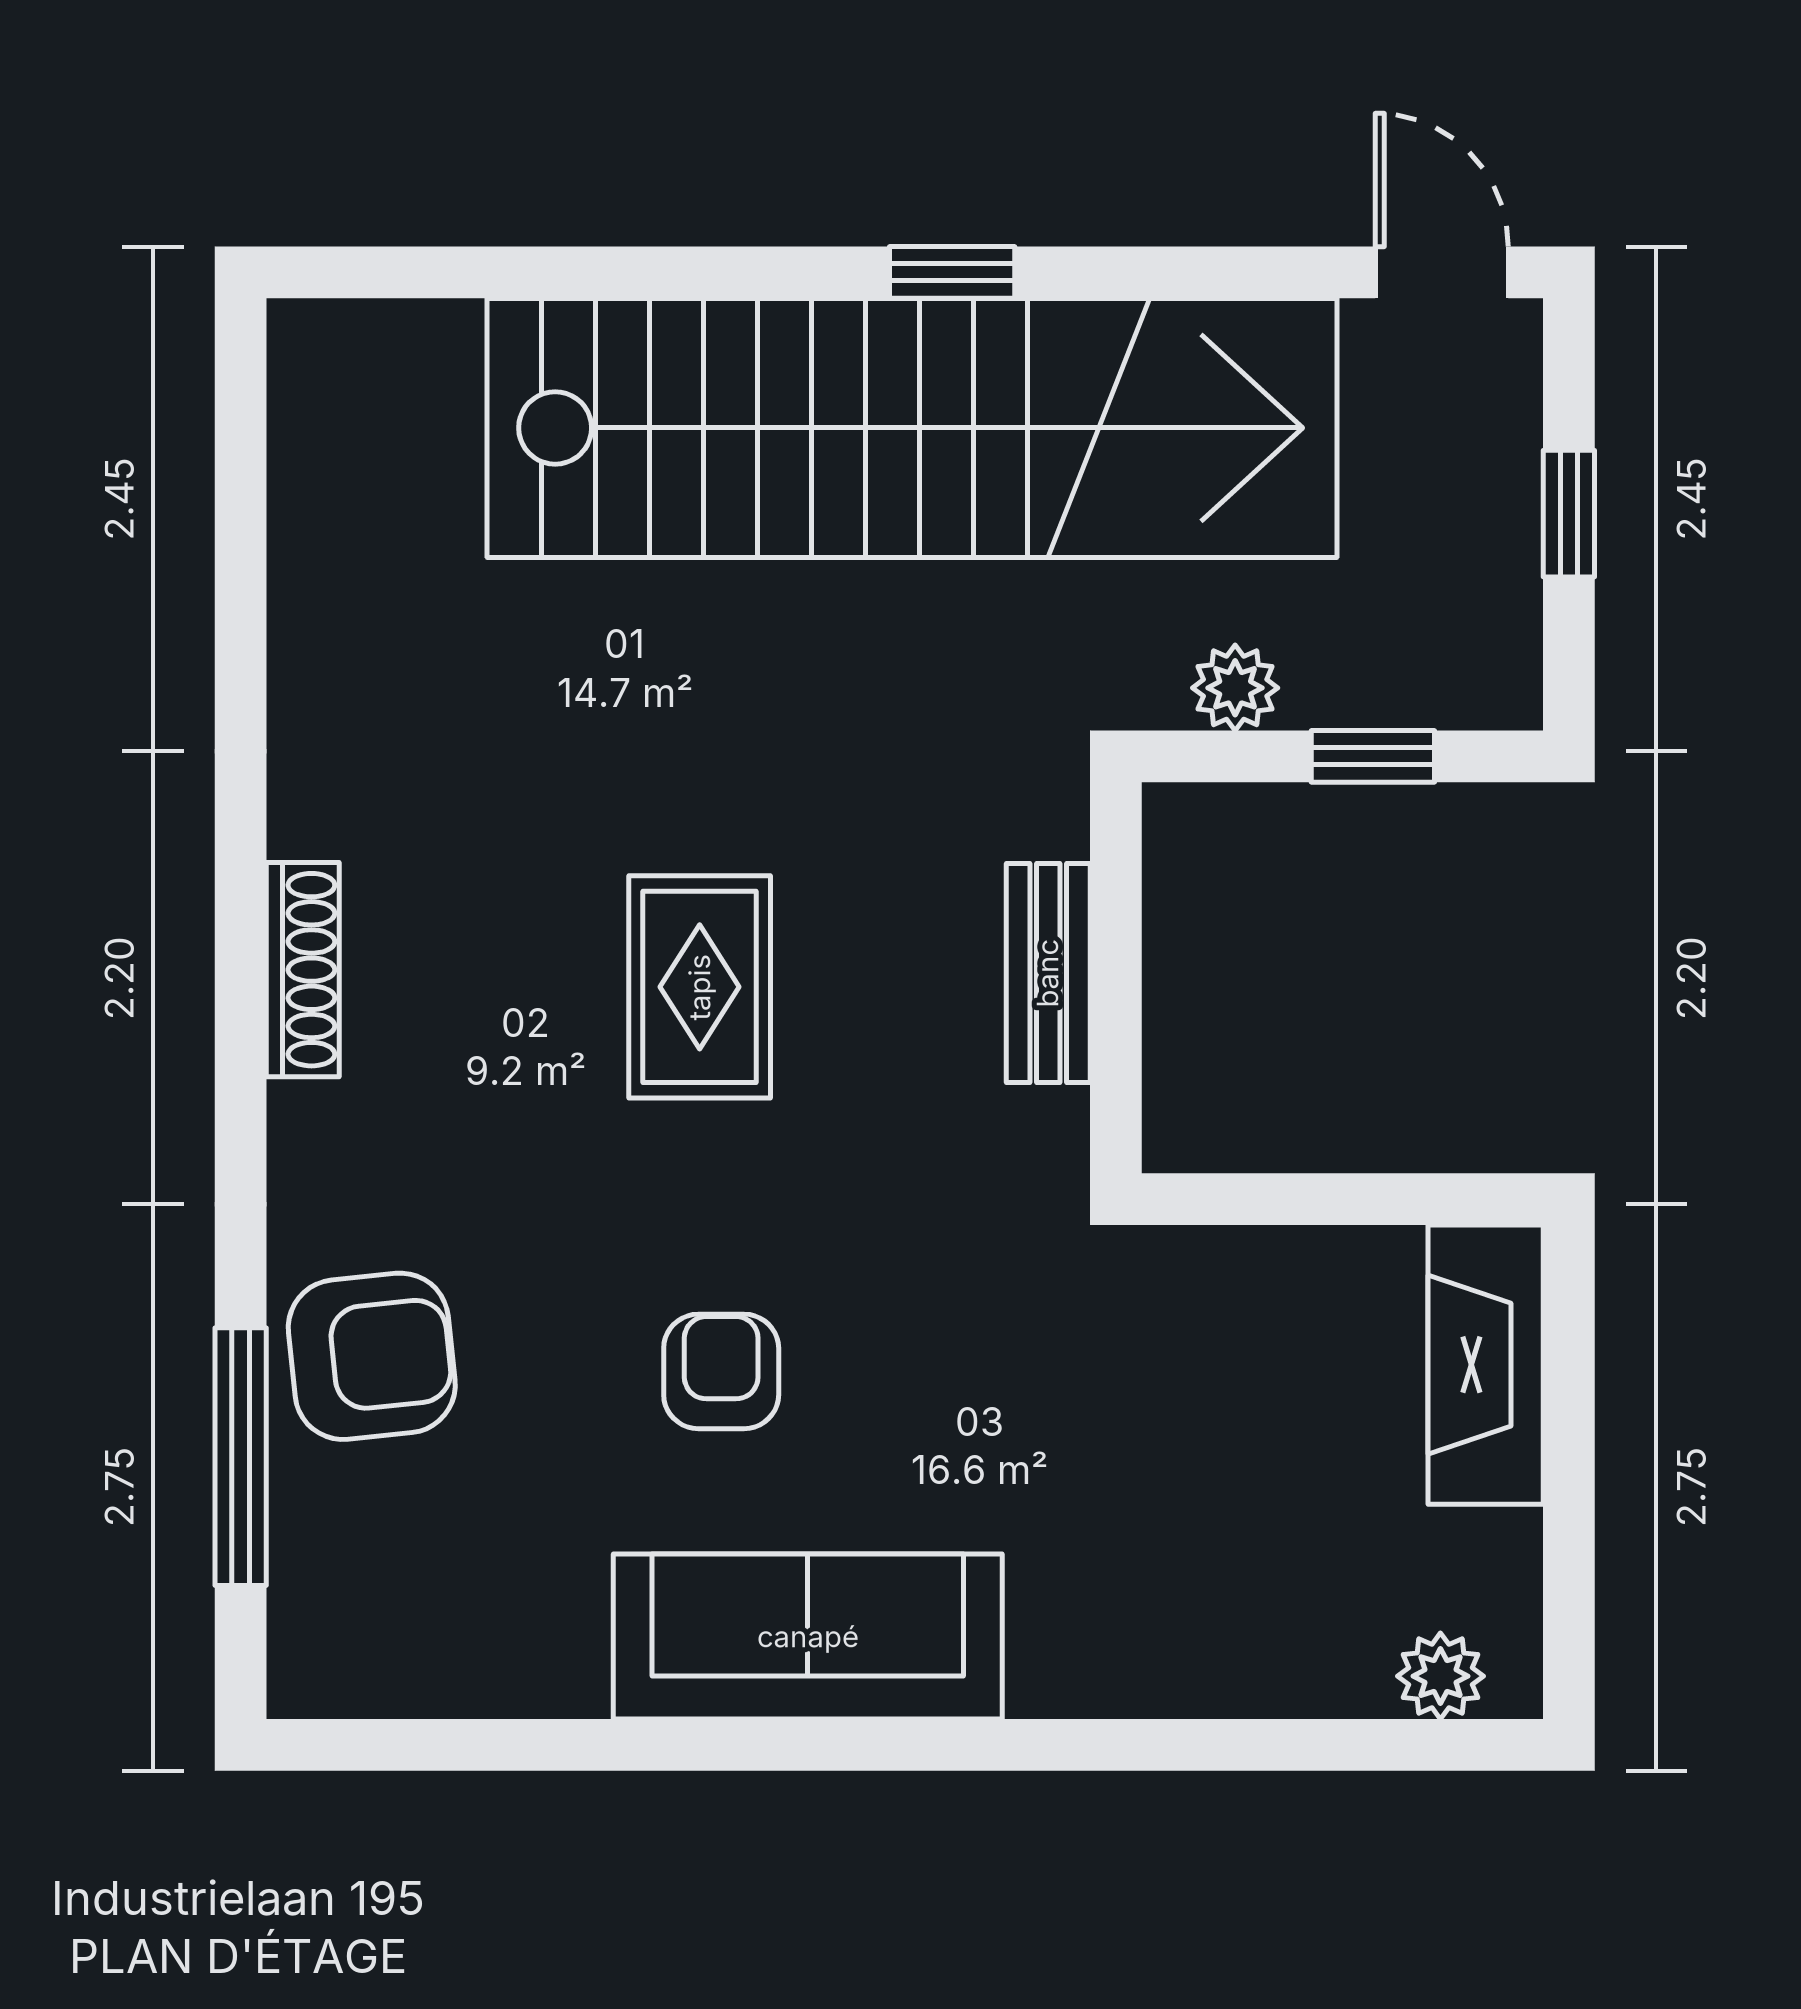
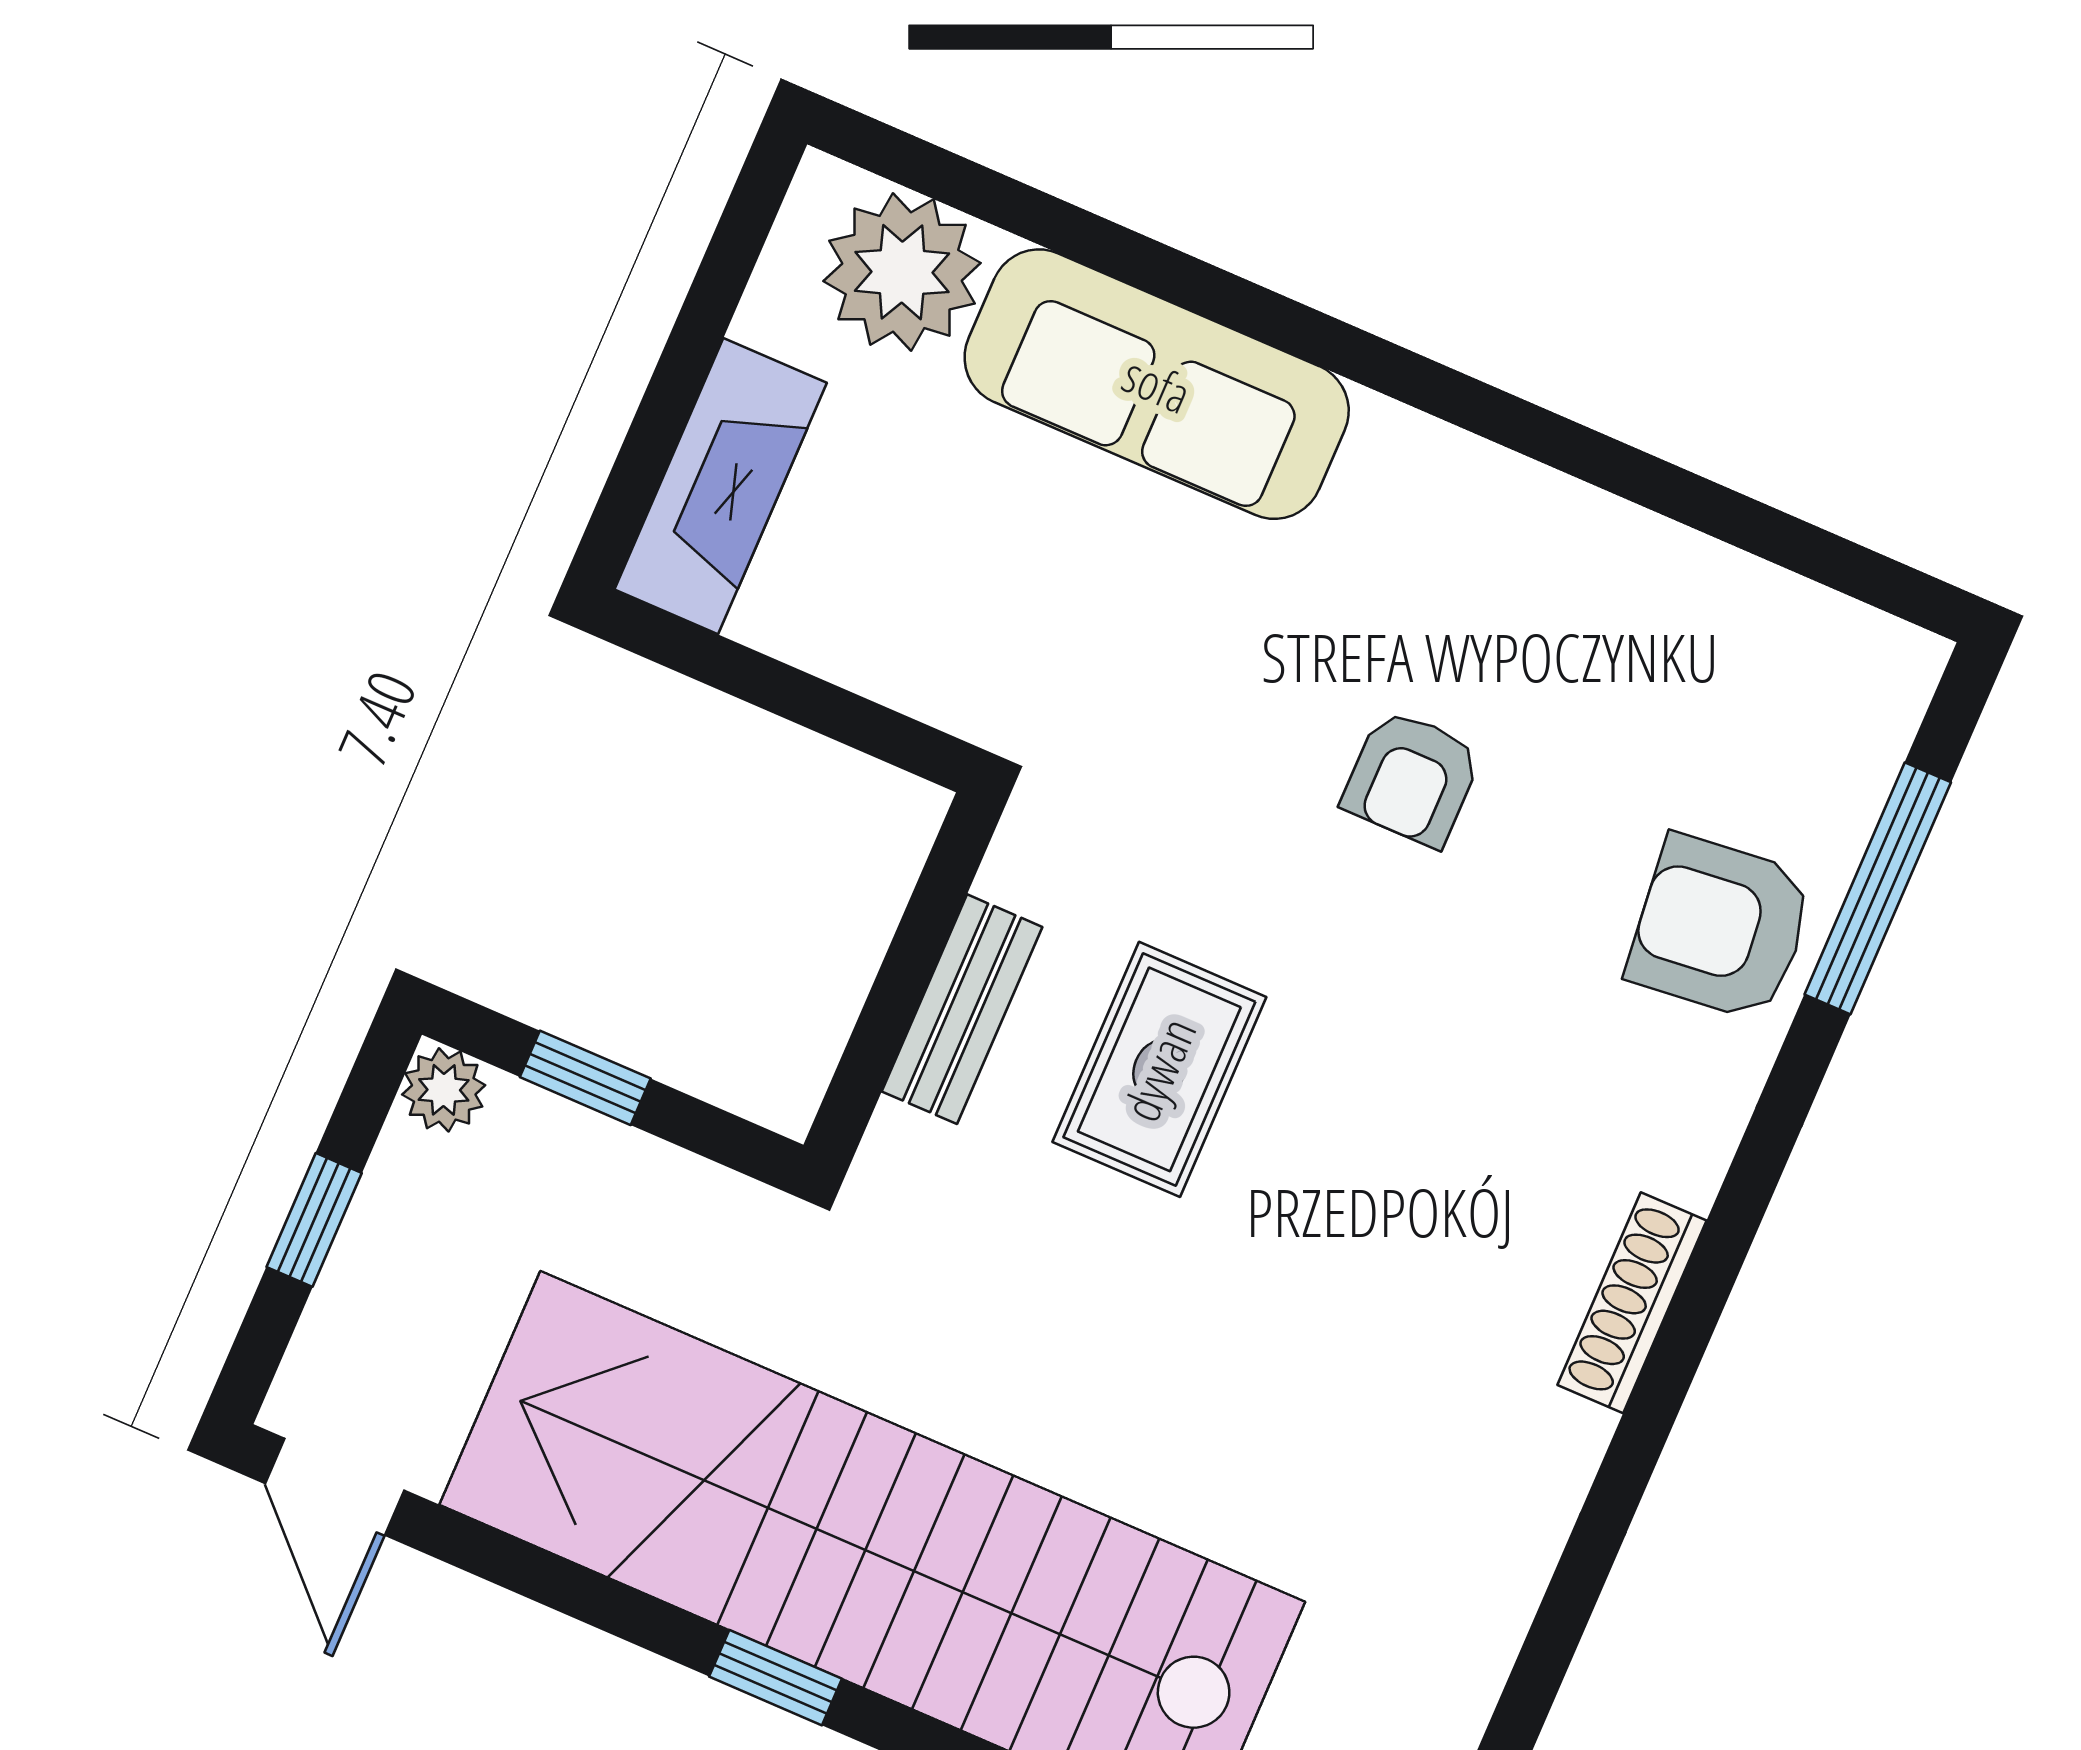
plant: (1235, 688) -> (444, 1090), moved
rug: (700, 987) -> (1159, 1069), moved
sofa: (808, 1637) -> (1157, 384), moved
plant: (1440, 1676) -> (902, 272), width x1.88, depth x1.88

